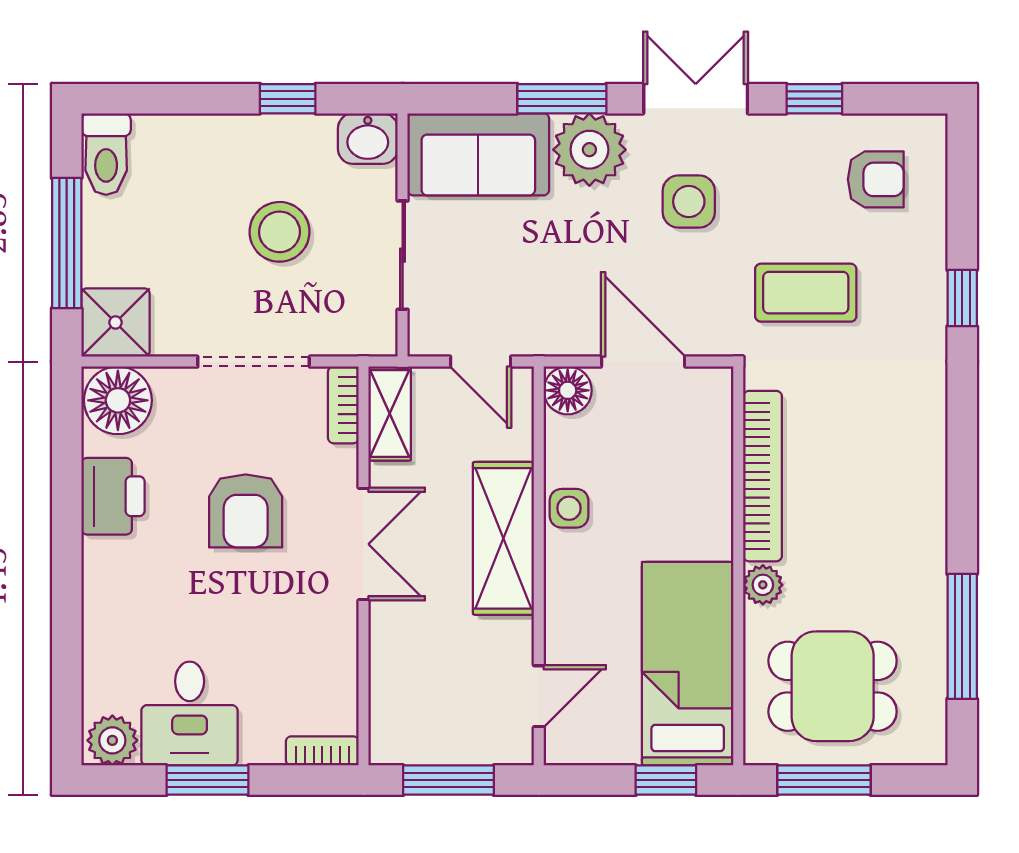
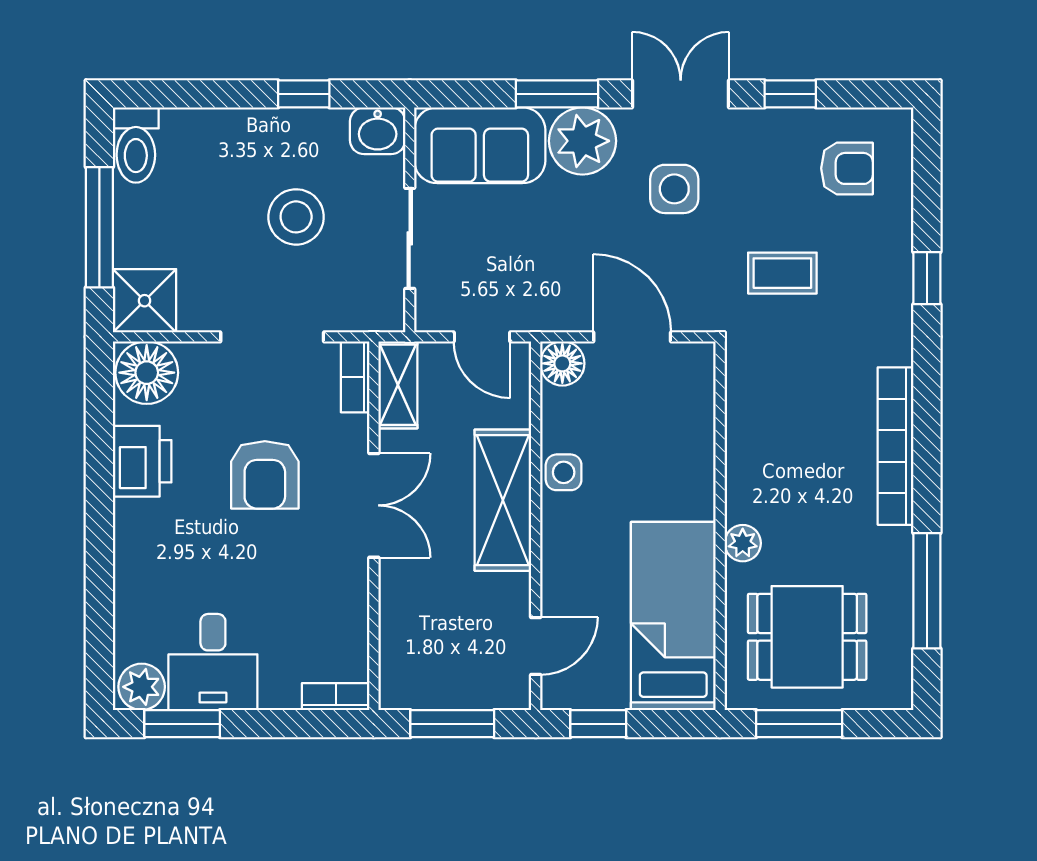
coffee table: (806, 293) -> (782, 273), width x0.73, depth x0.77
bookcase: (763, 476) -> (896, 446), moved, turned 180
window: (207, 780) -> (182, 724), moved
window: (666, 780) -> (598, 724), moved

